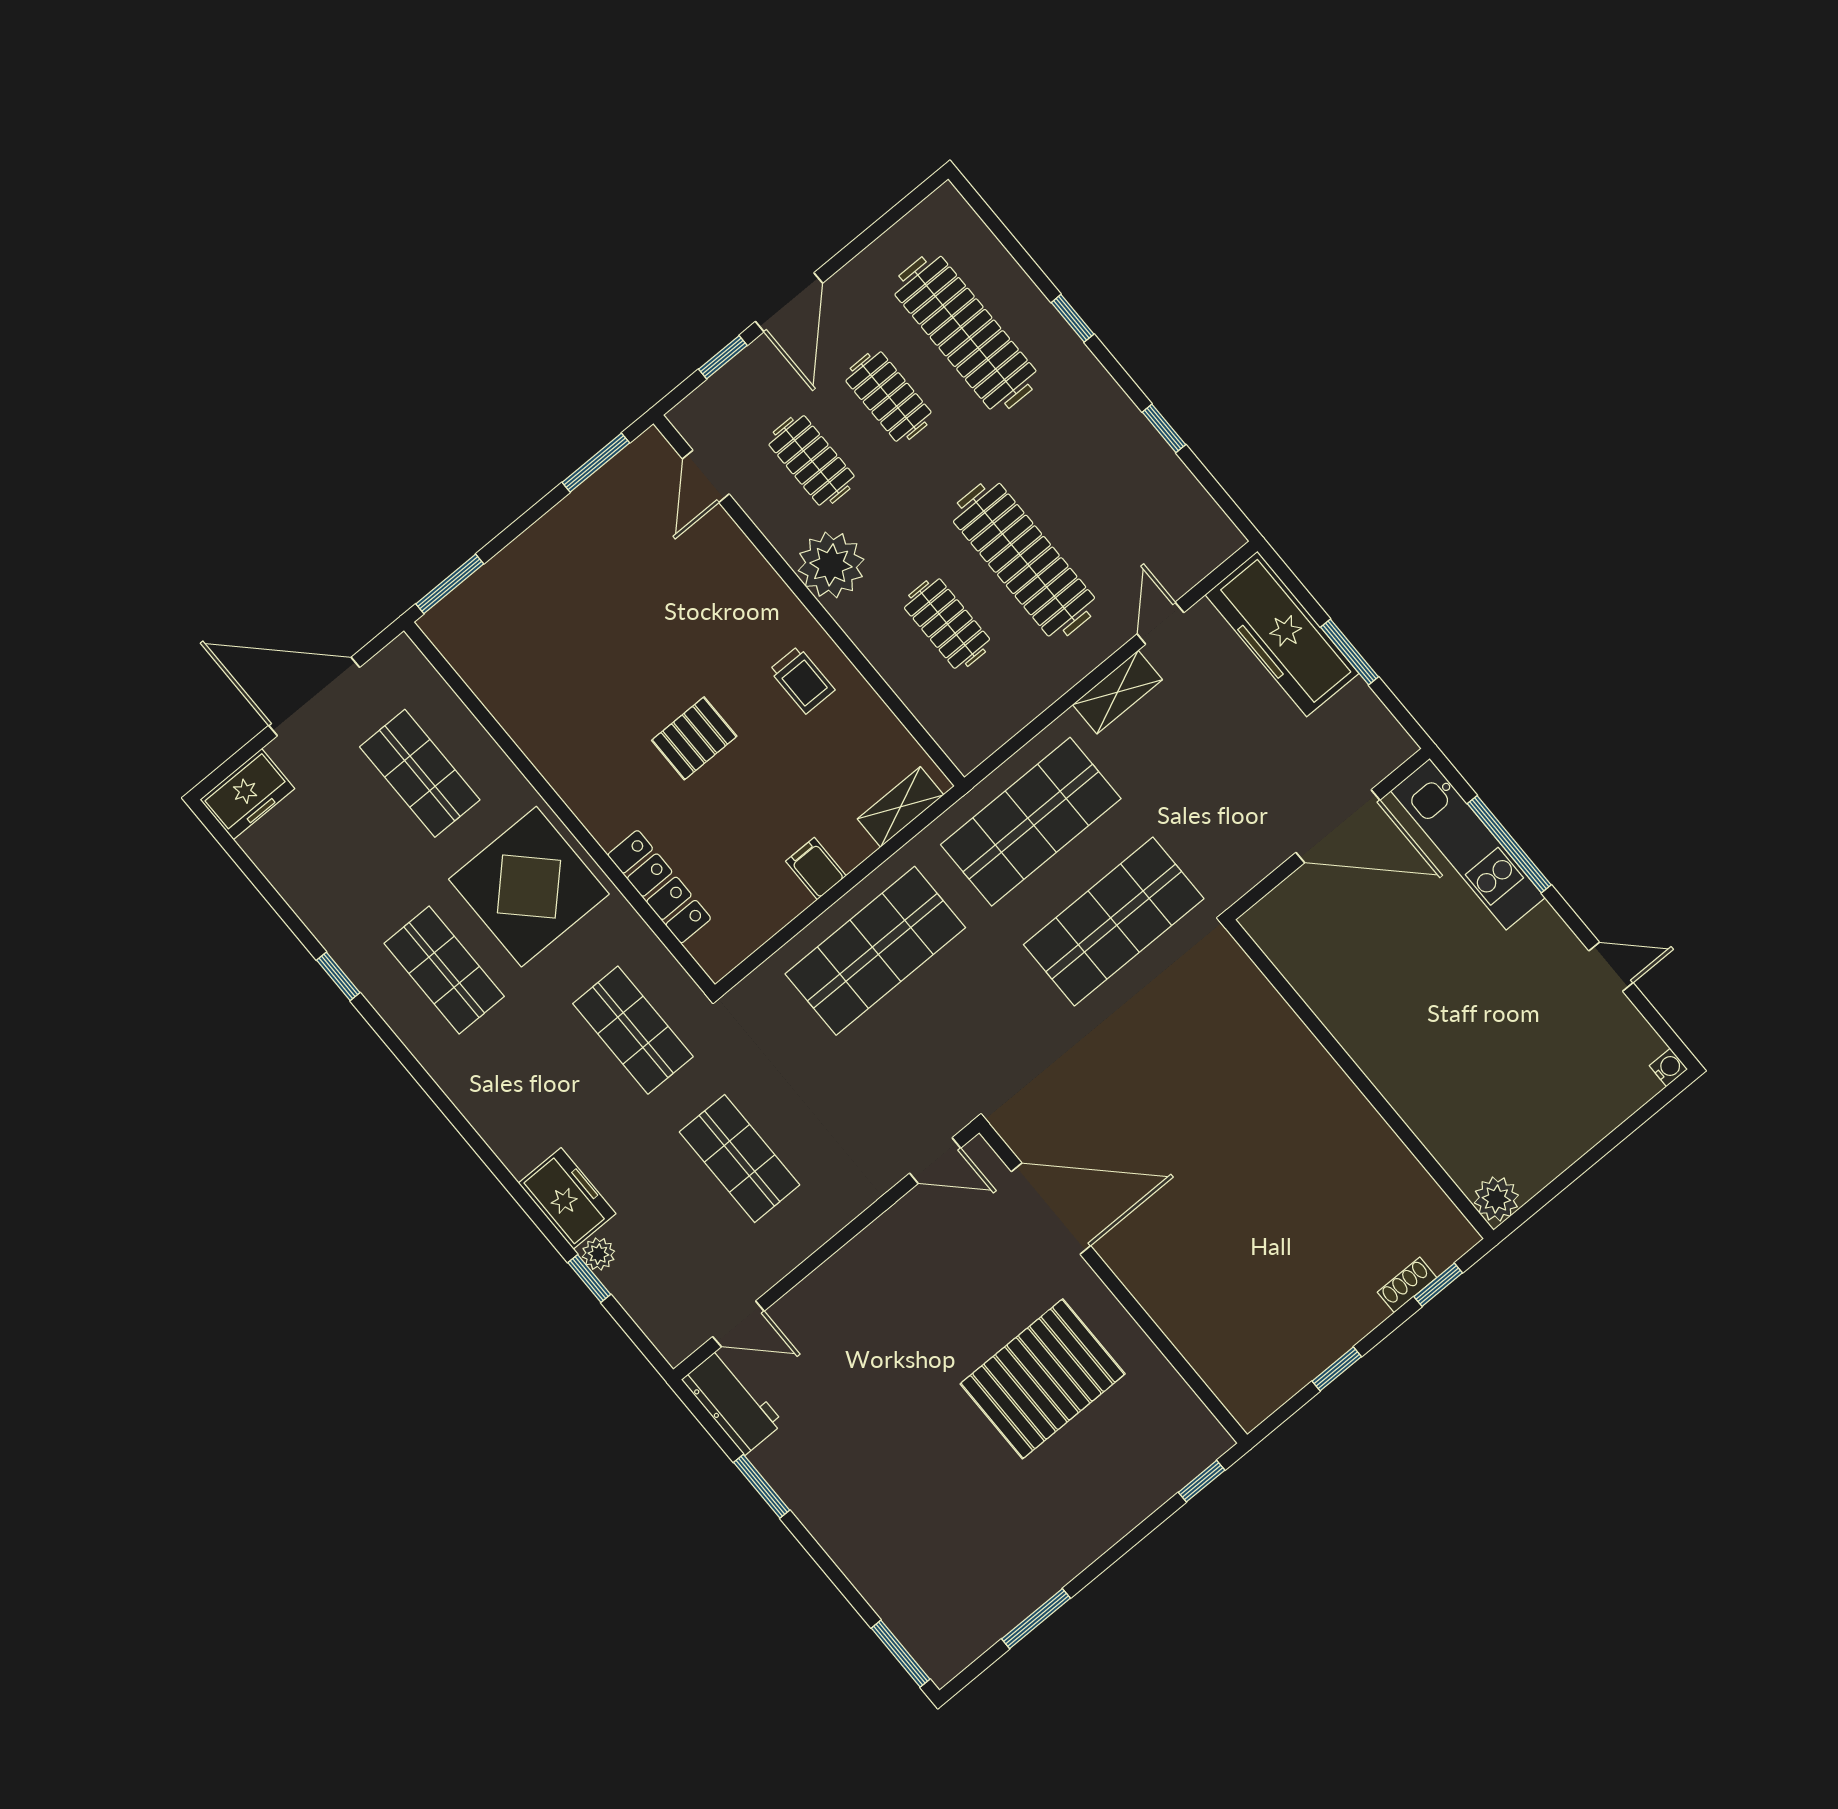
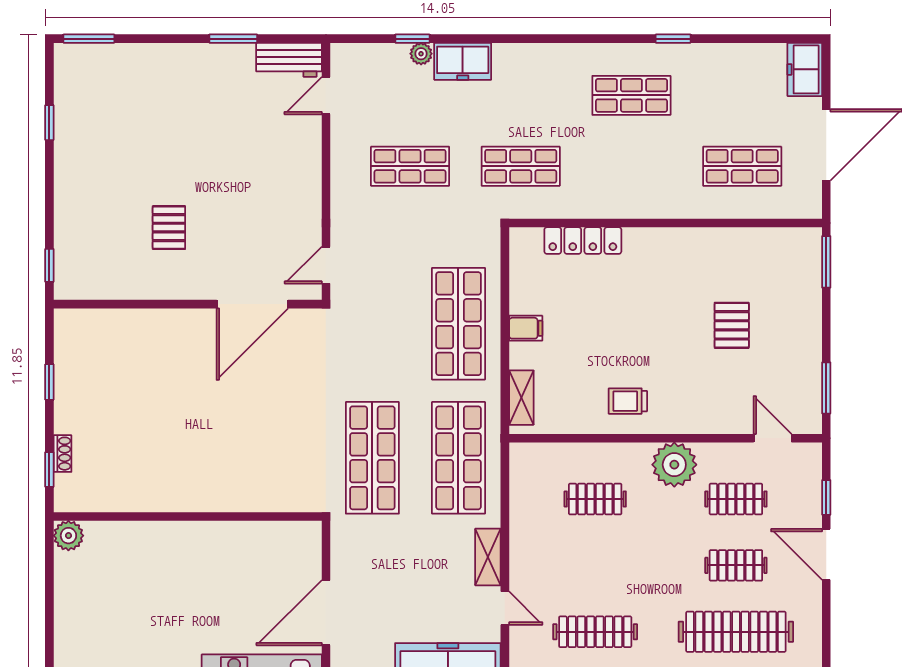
clothes rail: (1024, 560) -> (595, 632), moved, width x0.73, depth x0.76
pallet: (694, 738) -> (732, 325), moved
display table: (529, 887) -> (638, 174), removed
pallet: (1043, 1379) -> (169, 228), width x0.49, depth x0.50
window: (1036, 1619) -> (49, 123), width x0.67

